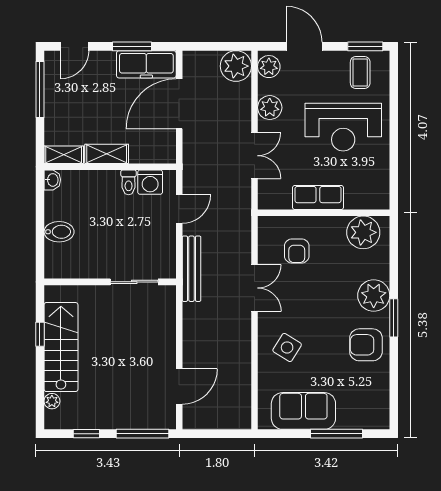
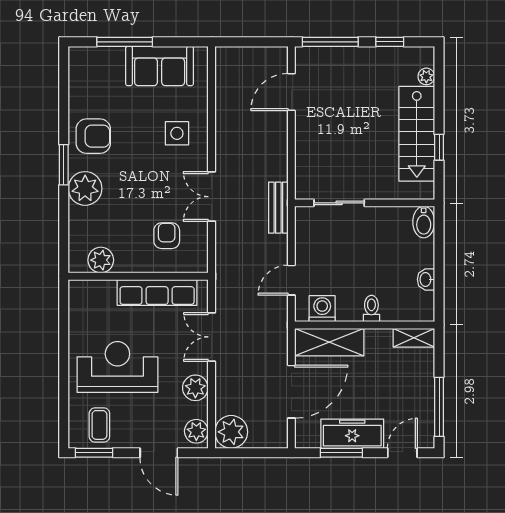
freezer: (146, 64) -> (352, 434), moved
shelving: (107, 154) -> (329, 342), moved, width x1.50, depth x1.33
washbasin: (52, 180) -> (426, 279), moved
toilet: (129, 182) -> (371, 308), moved
row of seats: (318, 197) -> (157, 292), width x1.48
bidet: (59, 232) -> (424, 222), moved, turned -90
plant: (363, 232) -> (101, 260), width x0.73, depth x0.73
bench: (191, 269) -> (278, 208), width x0.73
side table: (287, 347) -> (177, 133), turned -32

